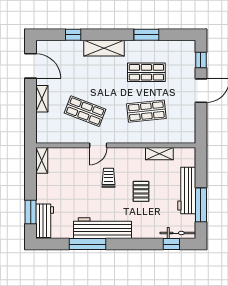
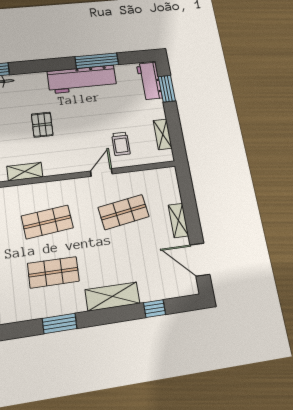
shop shelf: (85, 111) -> (124, 212), turned -30
shelving: (42, 160) -> (163, 134), moved
trolley: (109, 178) -> (121, 144), moved

